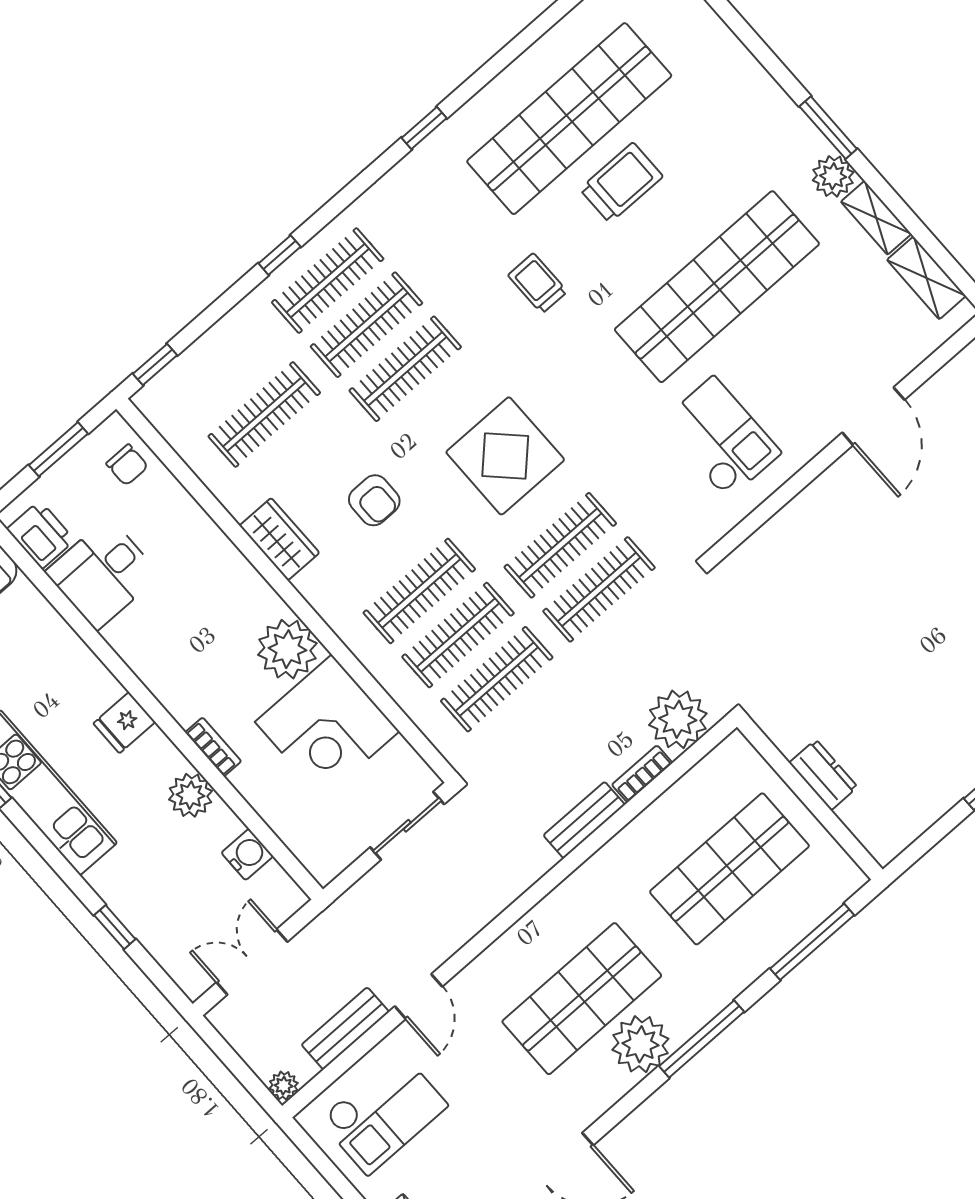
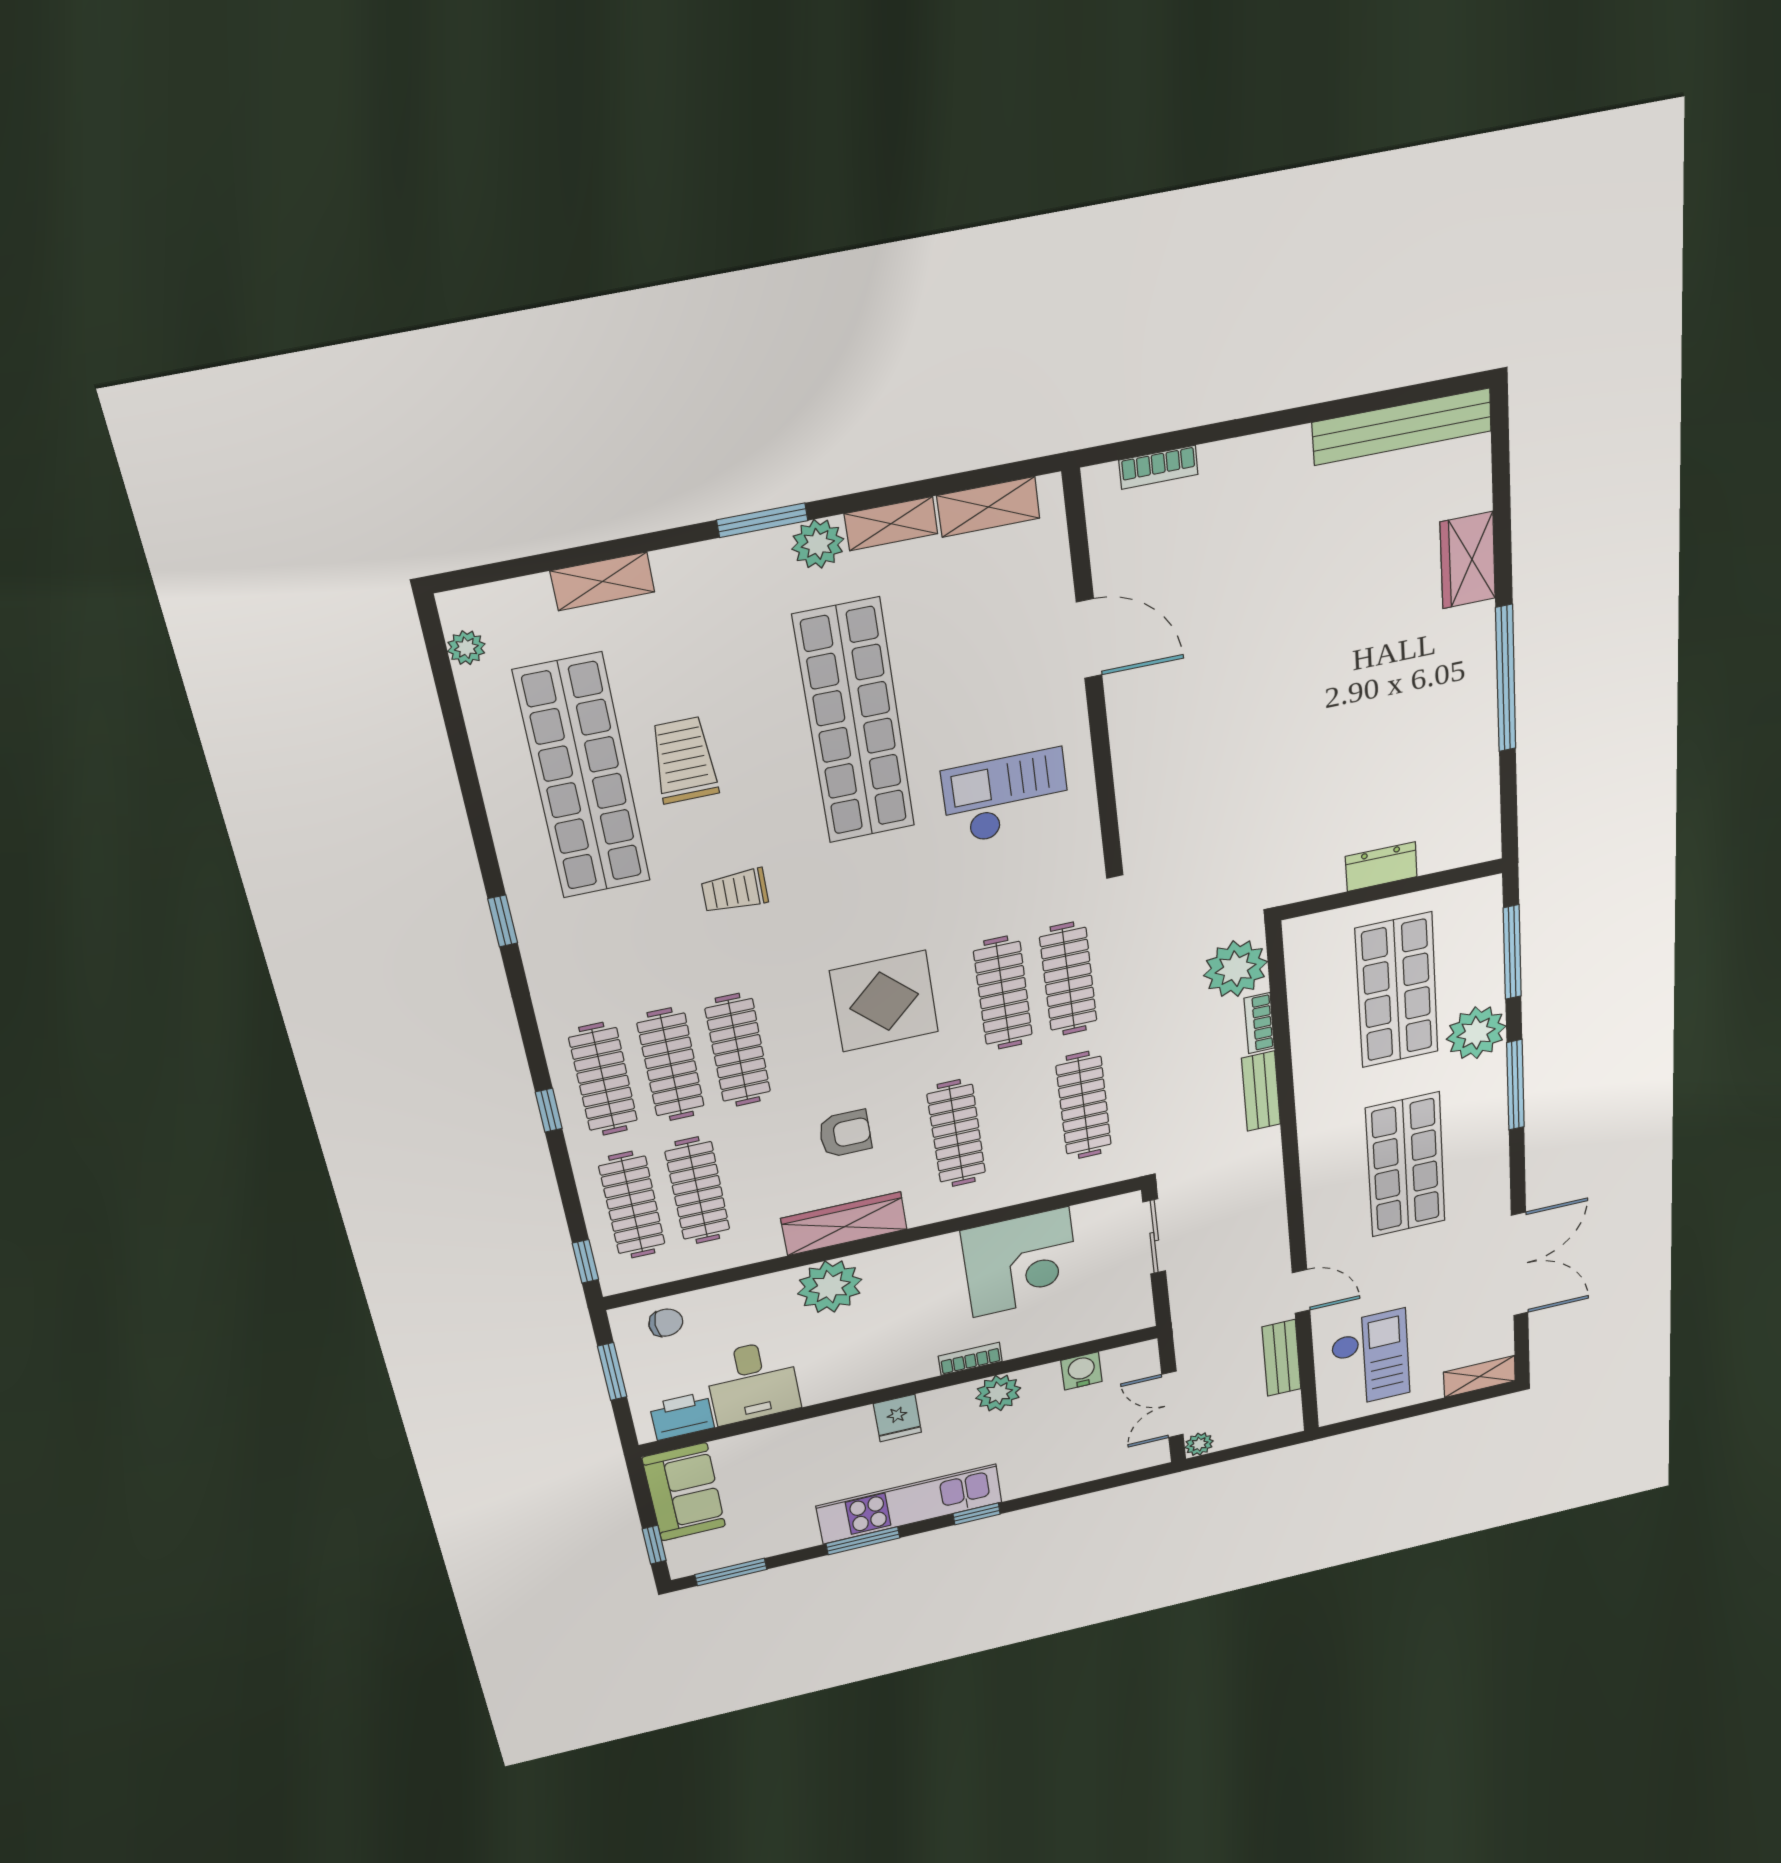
shelving: (724, 46) -> (603, 581), added
wardrobe: (279, 539) -> (844, 1224), width x1.50
clothes rail: (458, 635) -> (632, 1205), moved
plant: (287, 649) -> (830, 1287), moved
window: (115, 927) -> (977, 1514), moved
plant: (640, 1044) -> (1476, 1033), moved
plant: (284, 1086) -> (1199, 1444), moved

